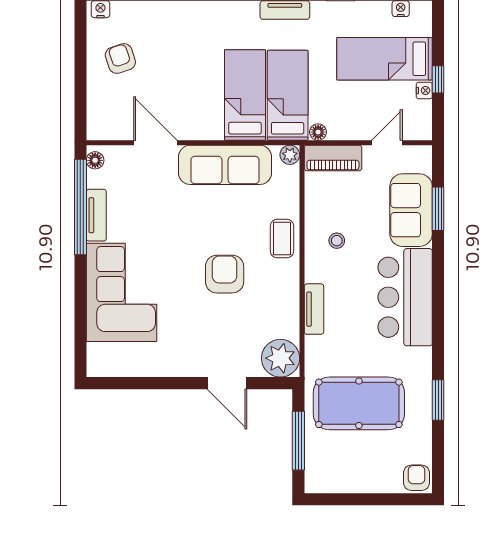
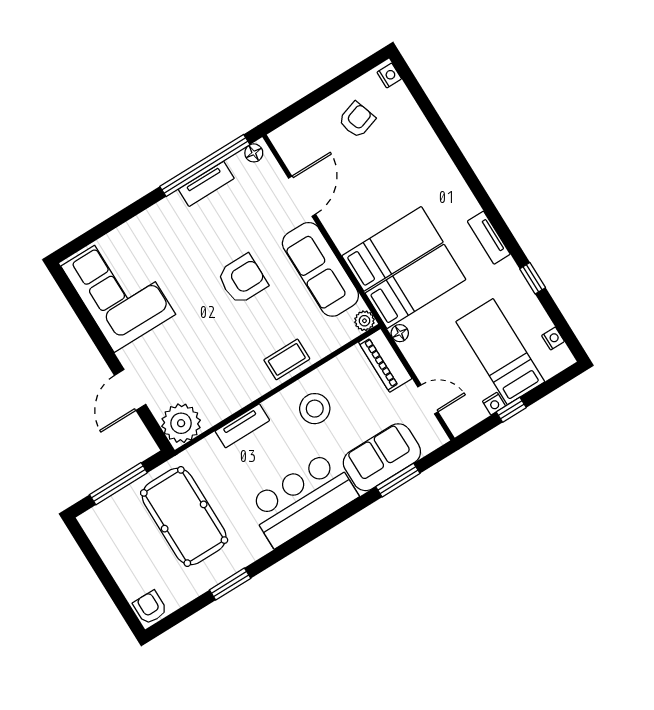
stool: (337, 241) -> (315, 409), width x1.89, depth x1.89
armchair: (225, 274) -> (242, 279), moved
corner sofa: (122, 292) -> (118, 290), moved, turned -90
armchair: (416, 478) -> (150, 607), turned -90

